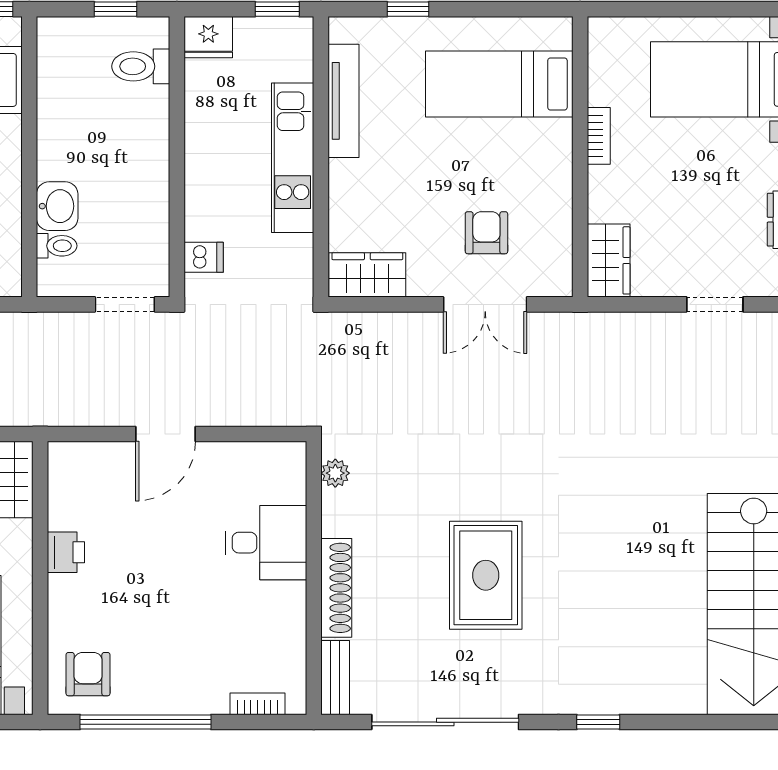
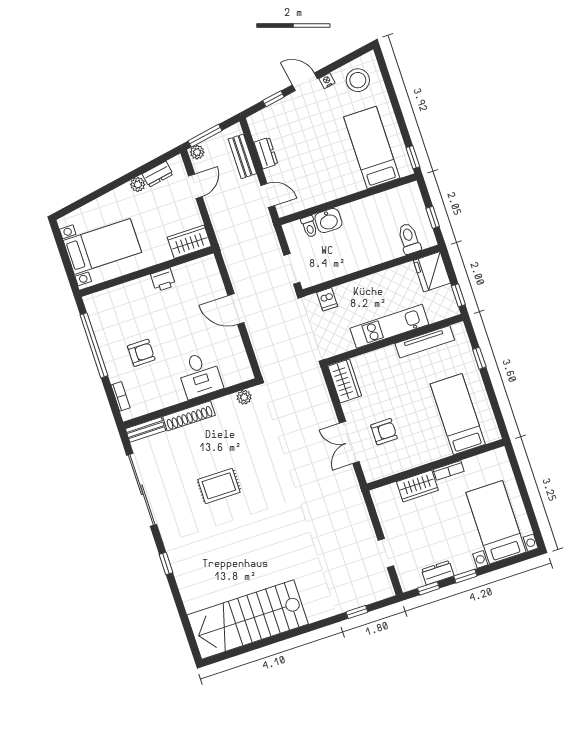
fridge: (208, 37) -> (432, 272), width x1.36, depth x1.34
wardrobe: (609, 260) -> (417, 486), moved
rug: (486, 575) -> (219, 486), width x0.73, depth x0.70
armchair: (88, 674) -> (141, 353), moved

